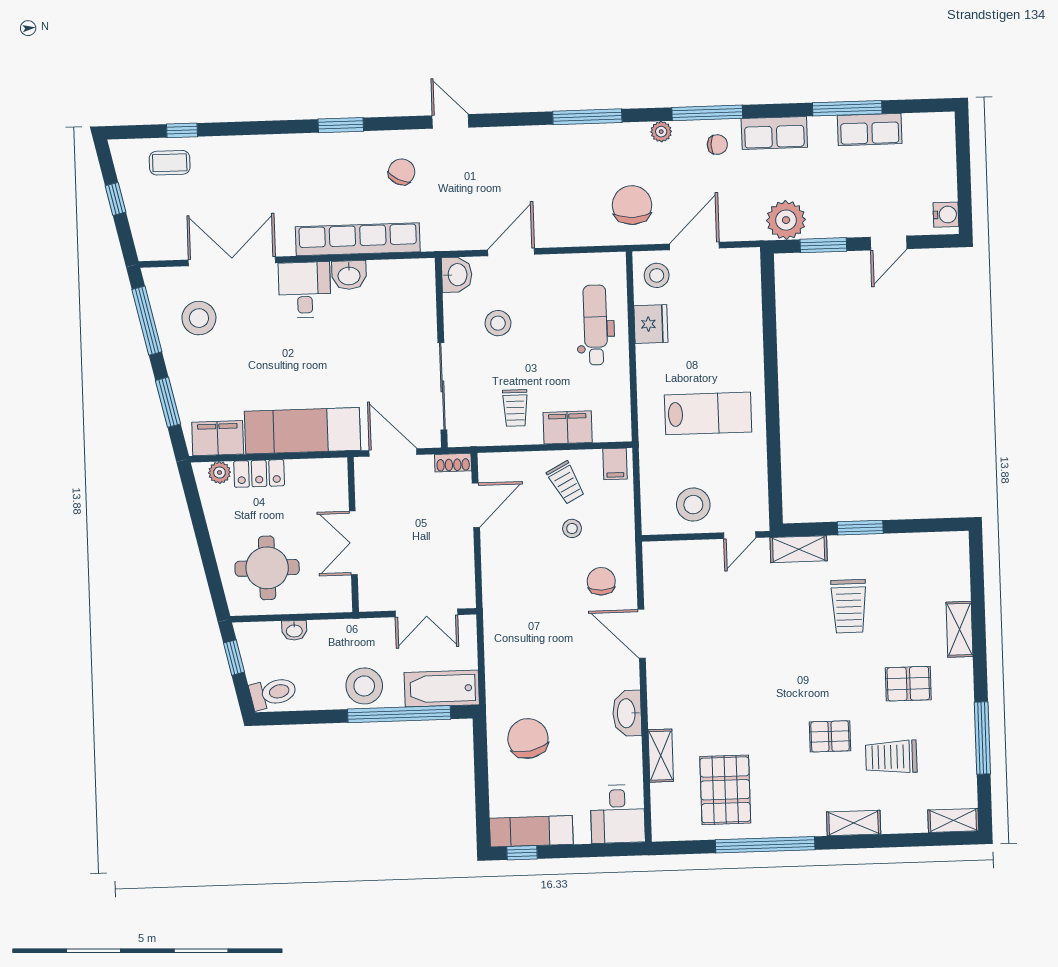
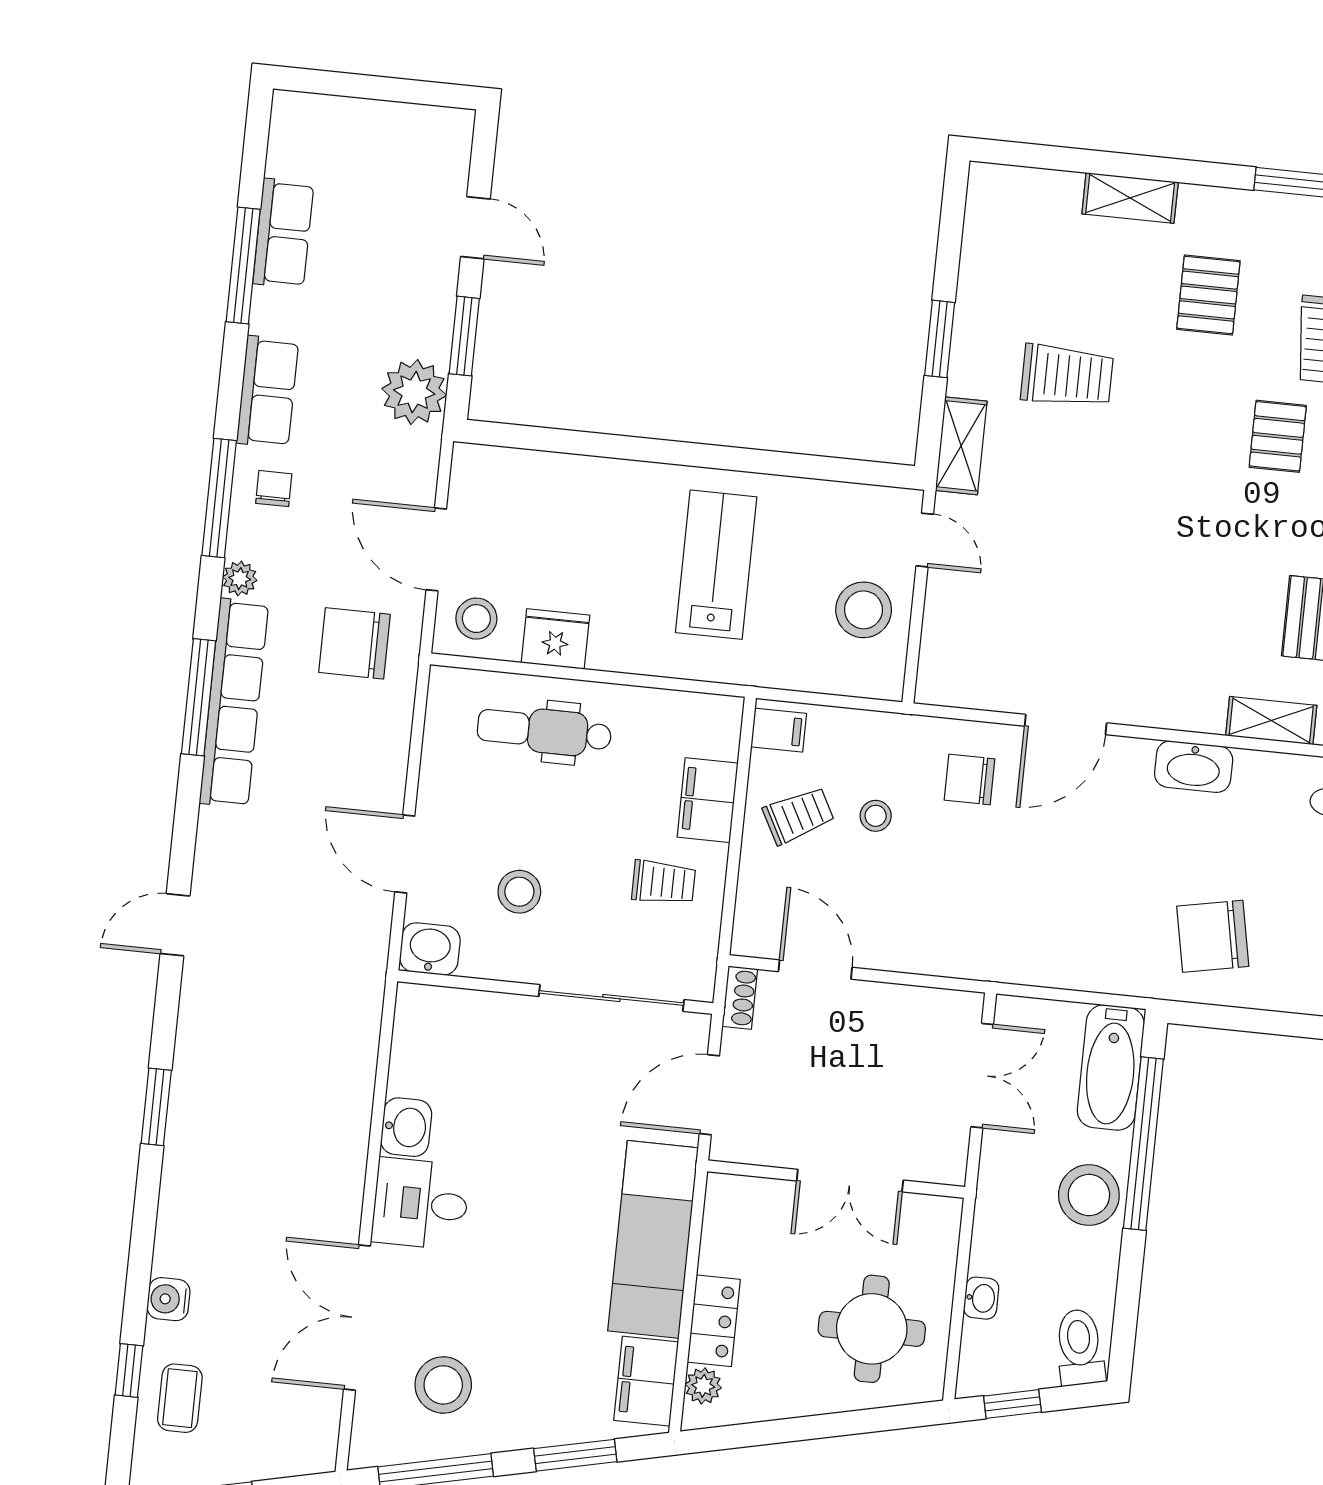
chair: (402, 172) -> (247, 1017), removed
water cooler: (946, 215) -> (168, 1299), moved, turned -90
row of seats: (358, 239) -> (234, 703), moved, turned 180

